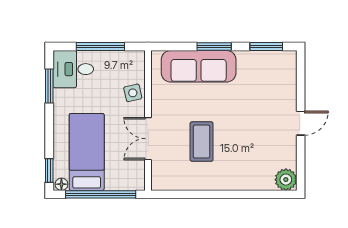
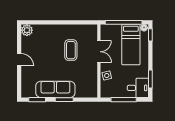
sofa: (199, 66) -> (55, 89), moved
door: (301, 123) -> (19, 60), swing flipped

